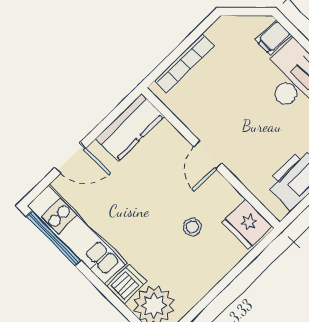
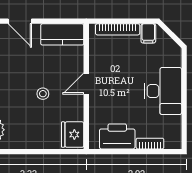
filing cabinet: (273, 37) -> (148, 33), moved, turned -90
stool: (192, 227) -> (43, 94), moved

